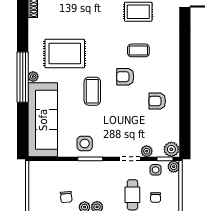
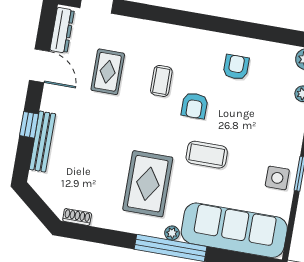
armchair: (157, 101) -> (236, 67), turned 180

